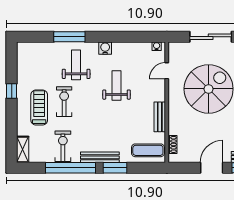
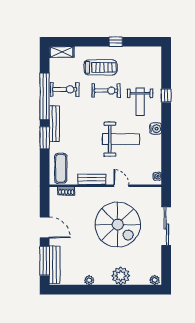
window: (69, 37) -> (166, 95), width x0.46
weight bench: (76, 65) -> (140, 102), turned 90
door: (167, 71) -> (121, 186), moved
weight bench: (117, 86) -> (121, 139), width x1.36, depth x1.33

